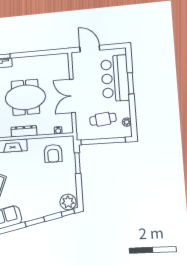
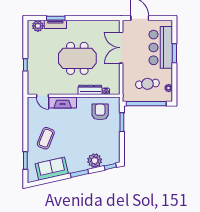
double door: (72, 96) -> (121, 48), moved
dresser: (24, 131) -> (90, 90), moved
armchair: (53, 153) -> (100, 112), turned 180
plant: (68, 202) -> (95, 161), moved

